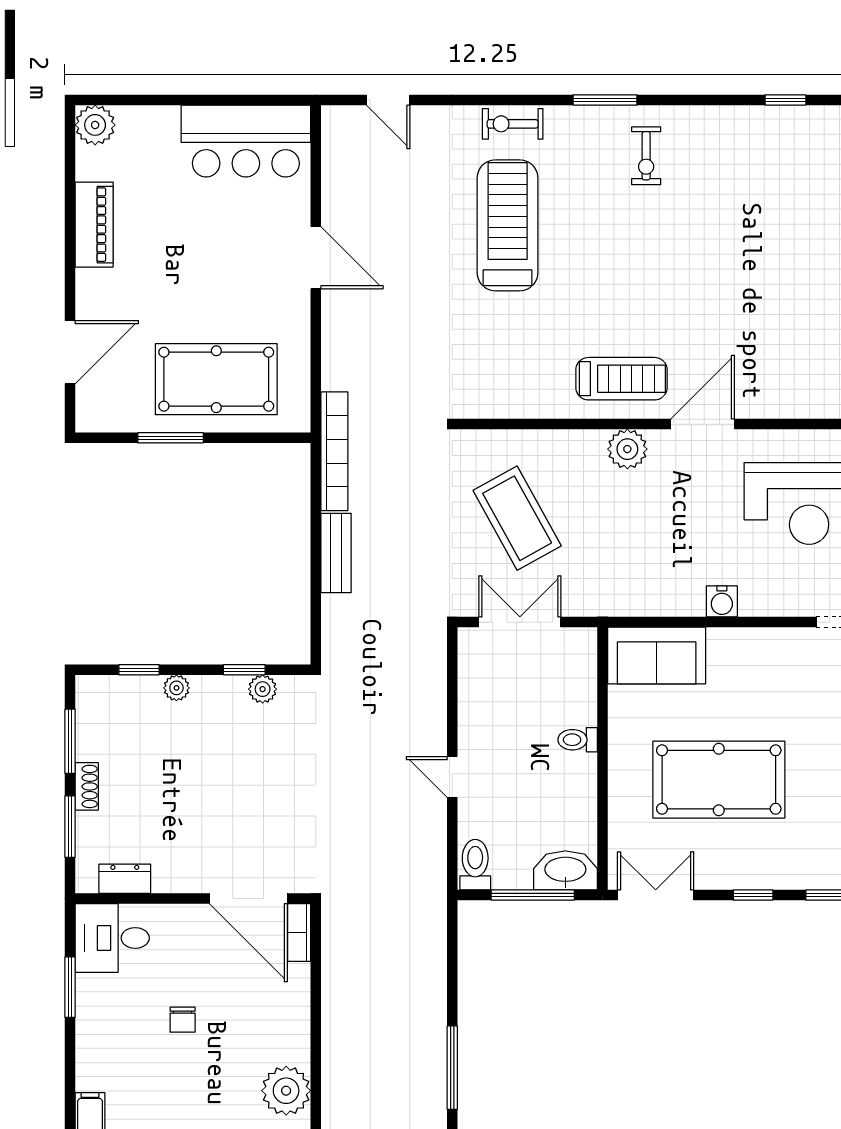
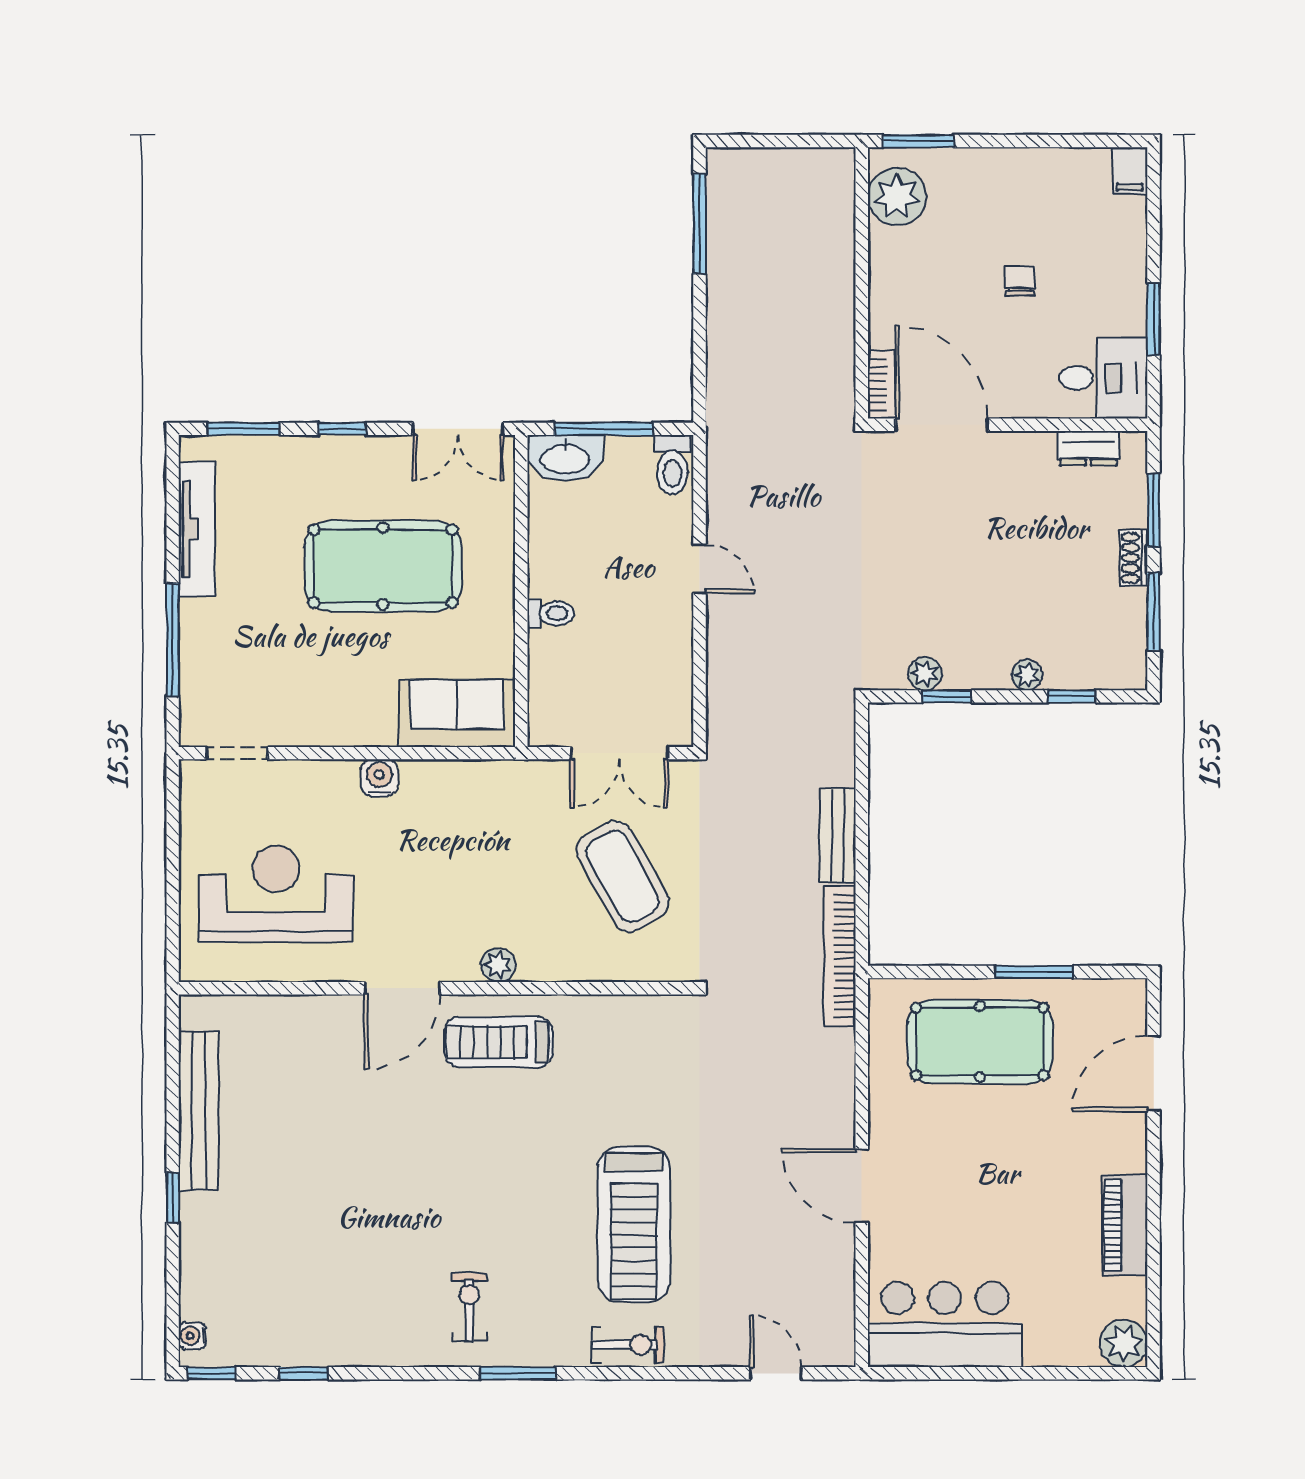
plant: (627, 449) -> (498, 965), width x0.73, depth x0.73

